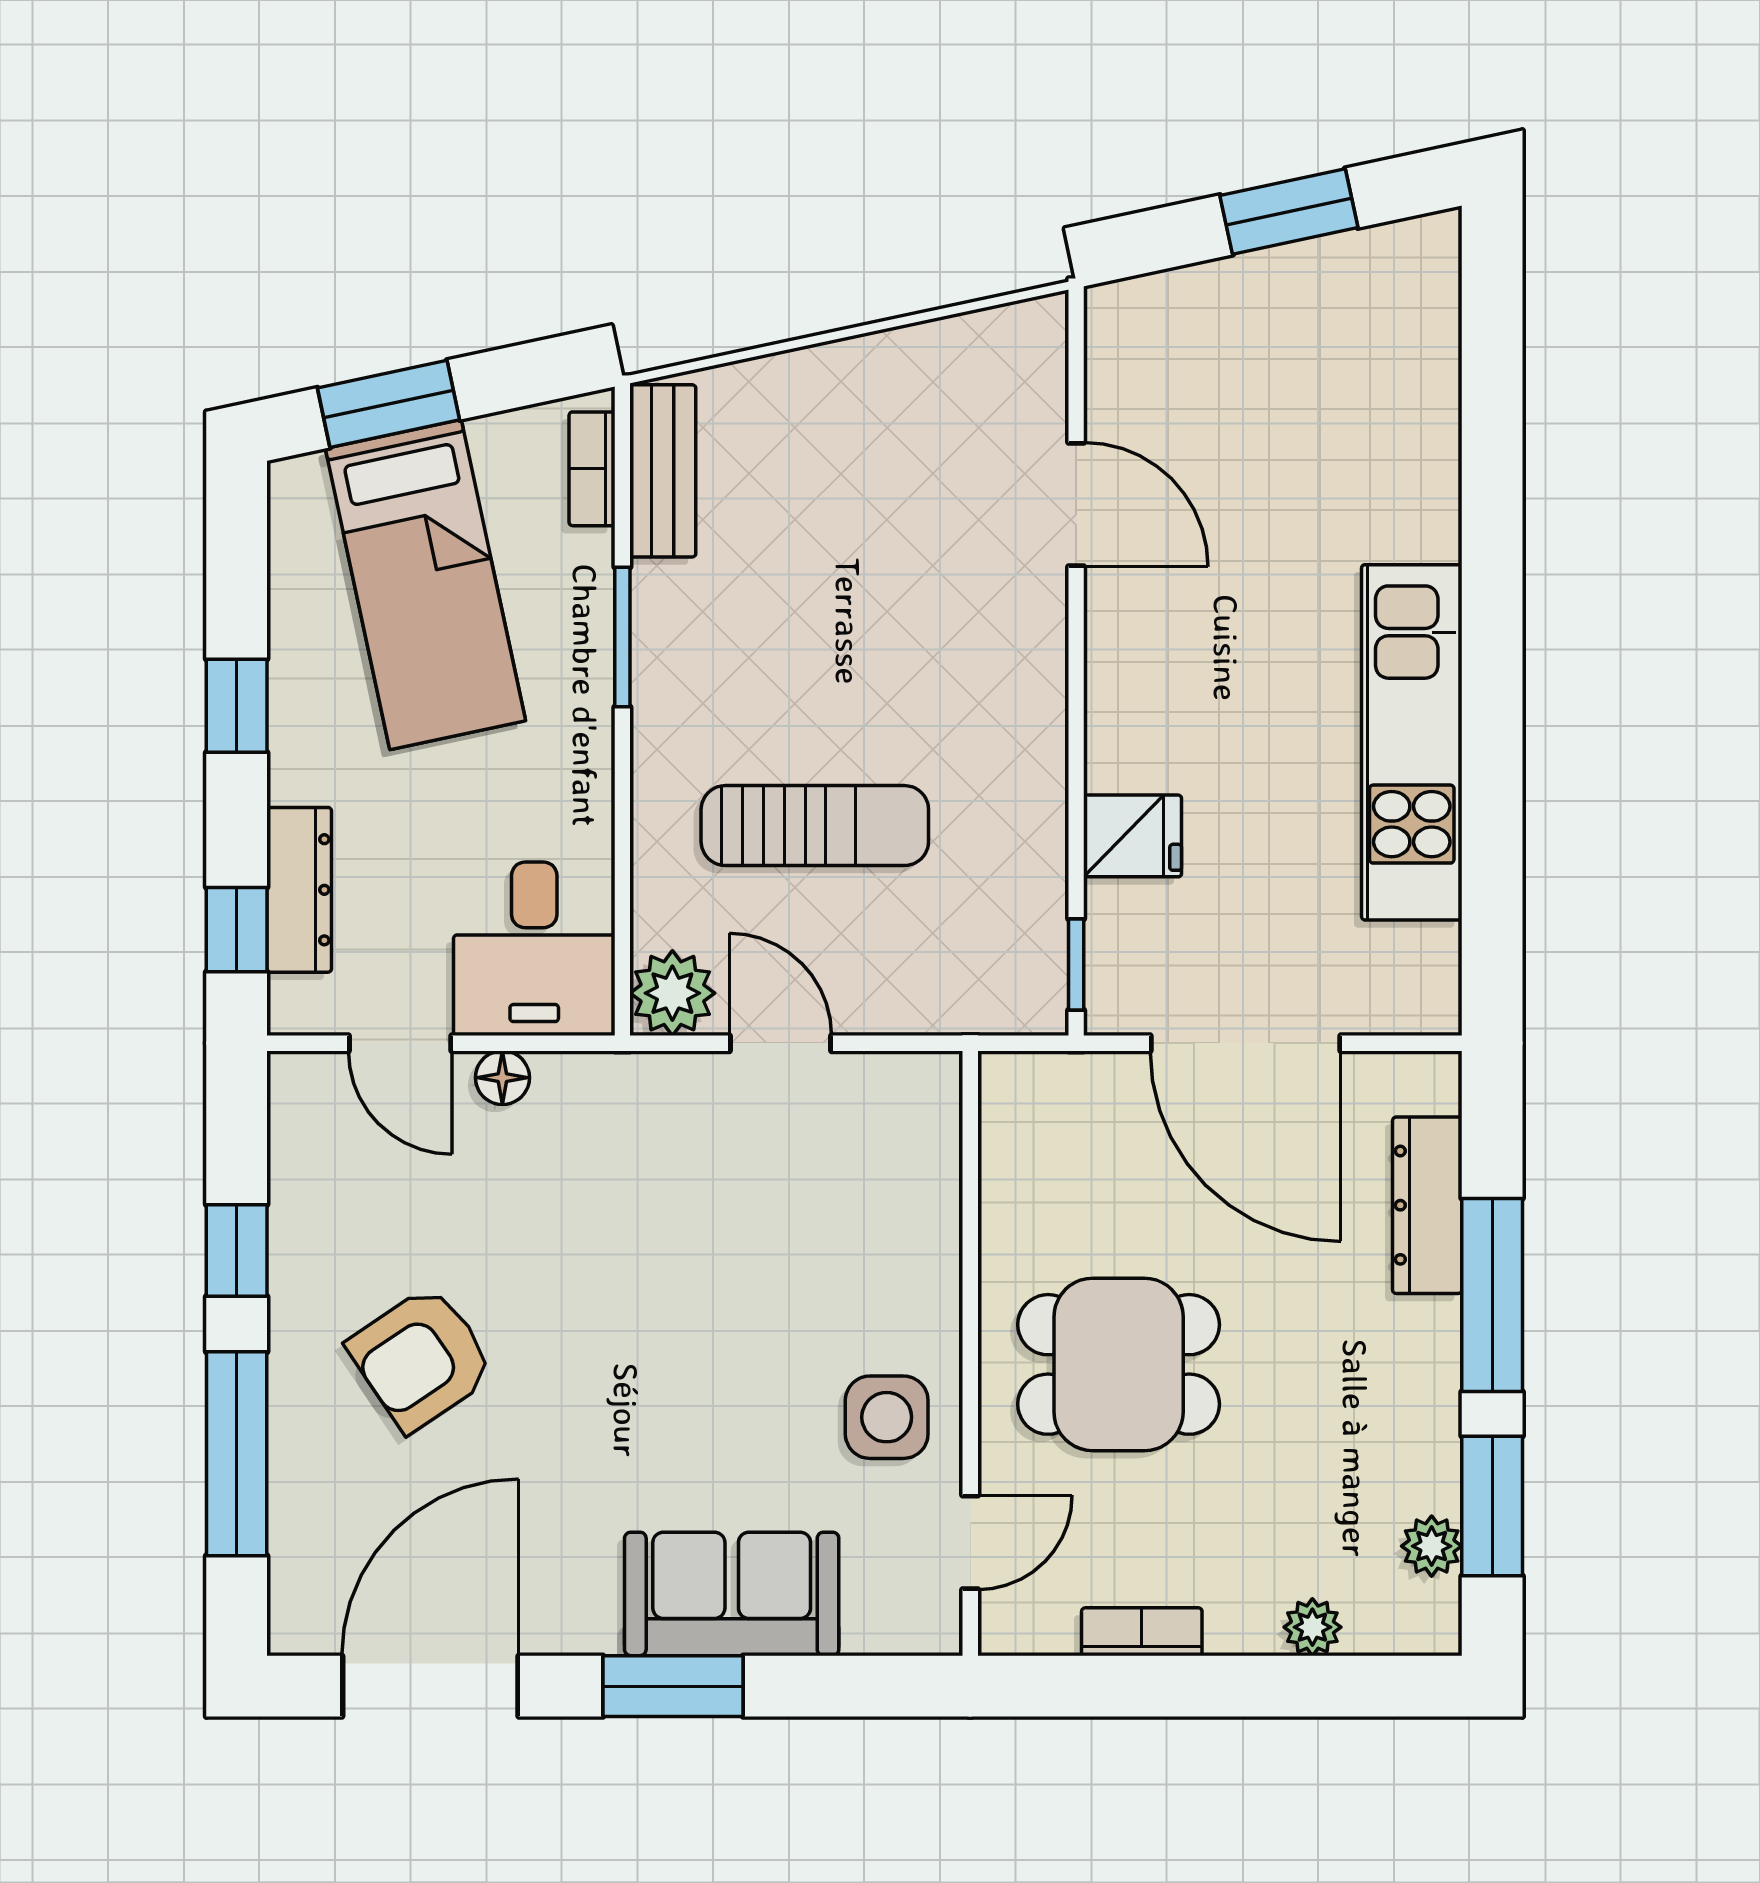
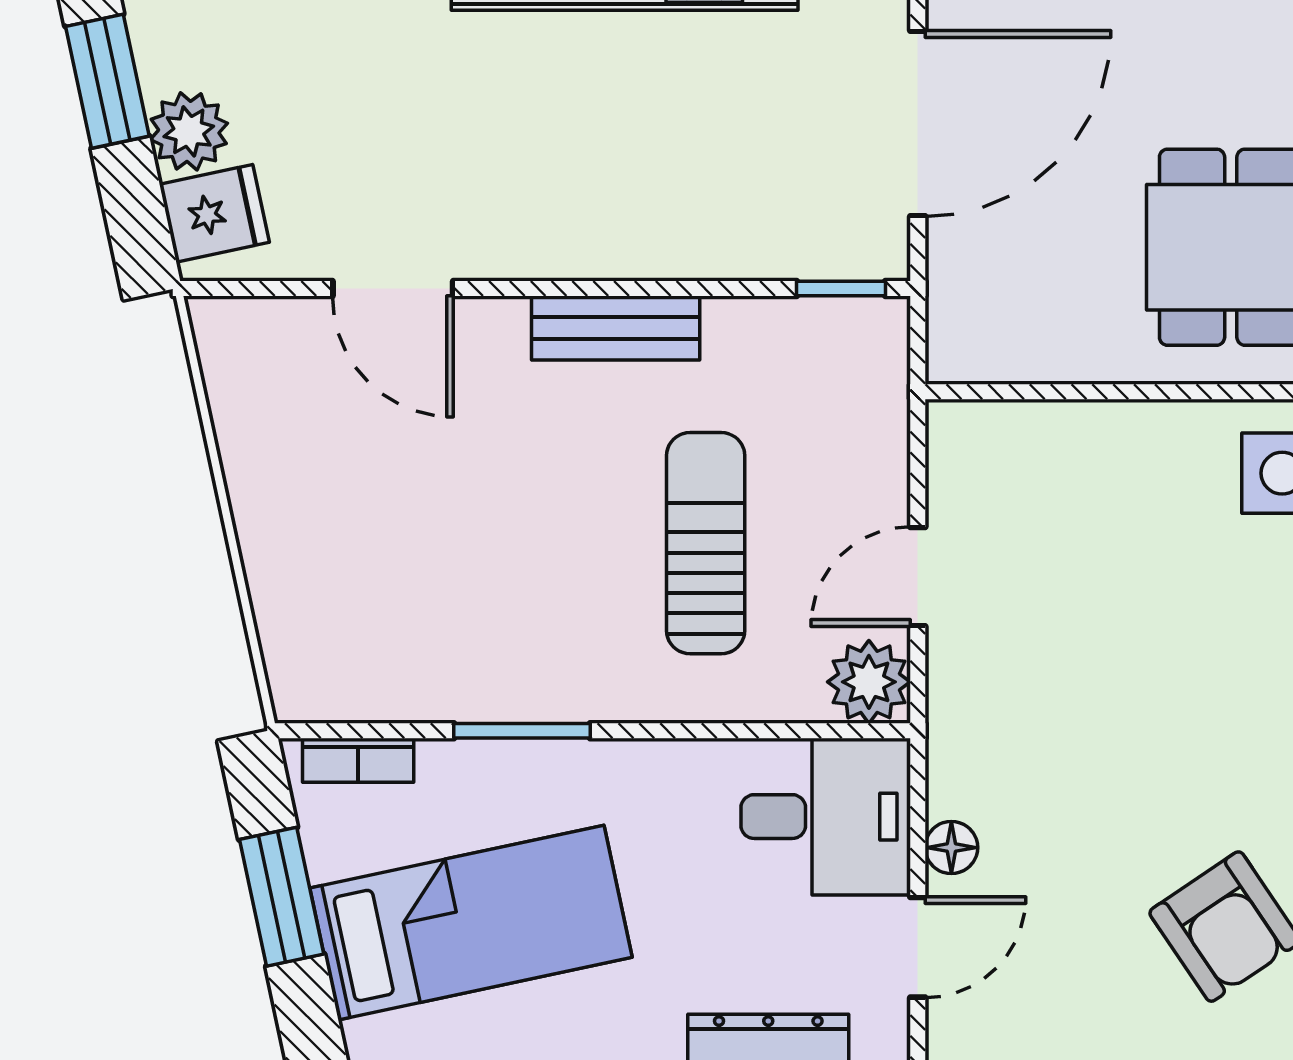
plant: (1237, 295) -> (189, 131), added
window: (389, 404) -> (282, 897), moved
bench: (663, 471) -> (616, 328), moved
door: (1076, 504) -> (393, 289), swing flipped
fridge: (1133, 836) -> (214, 213), moved, turned 78

